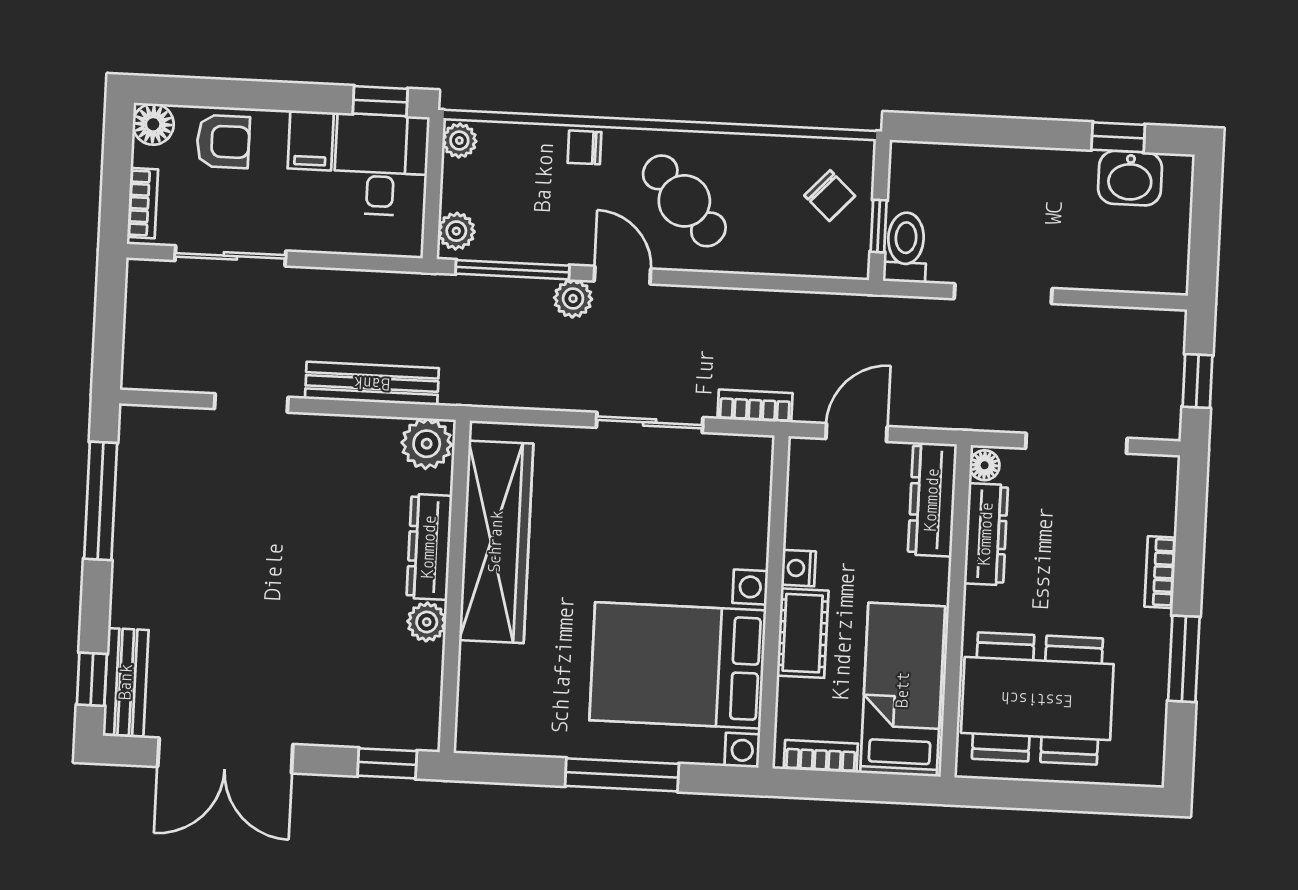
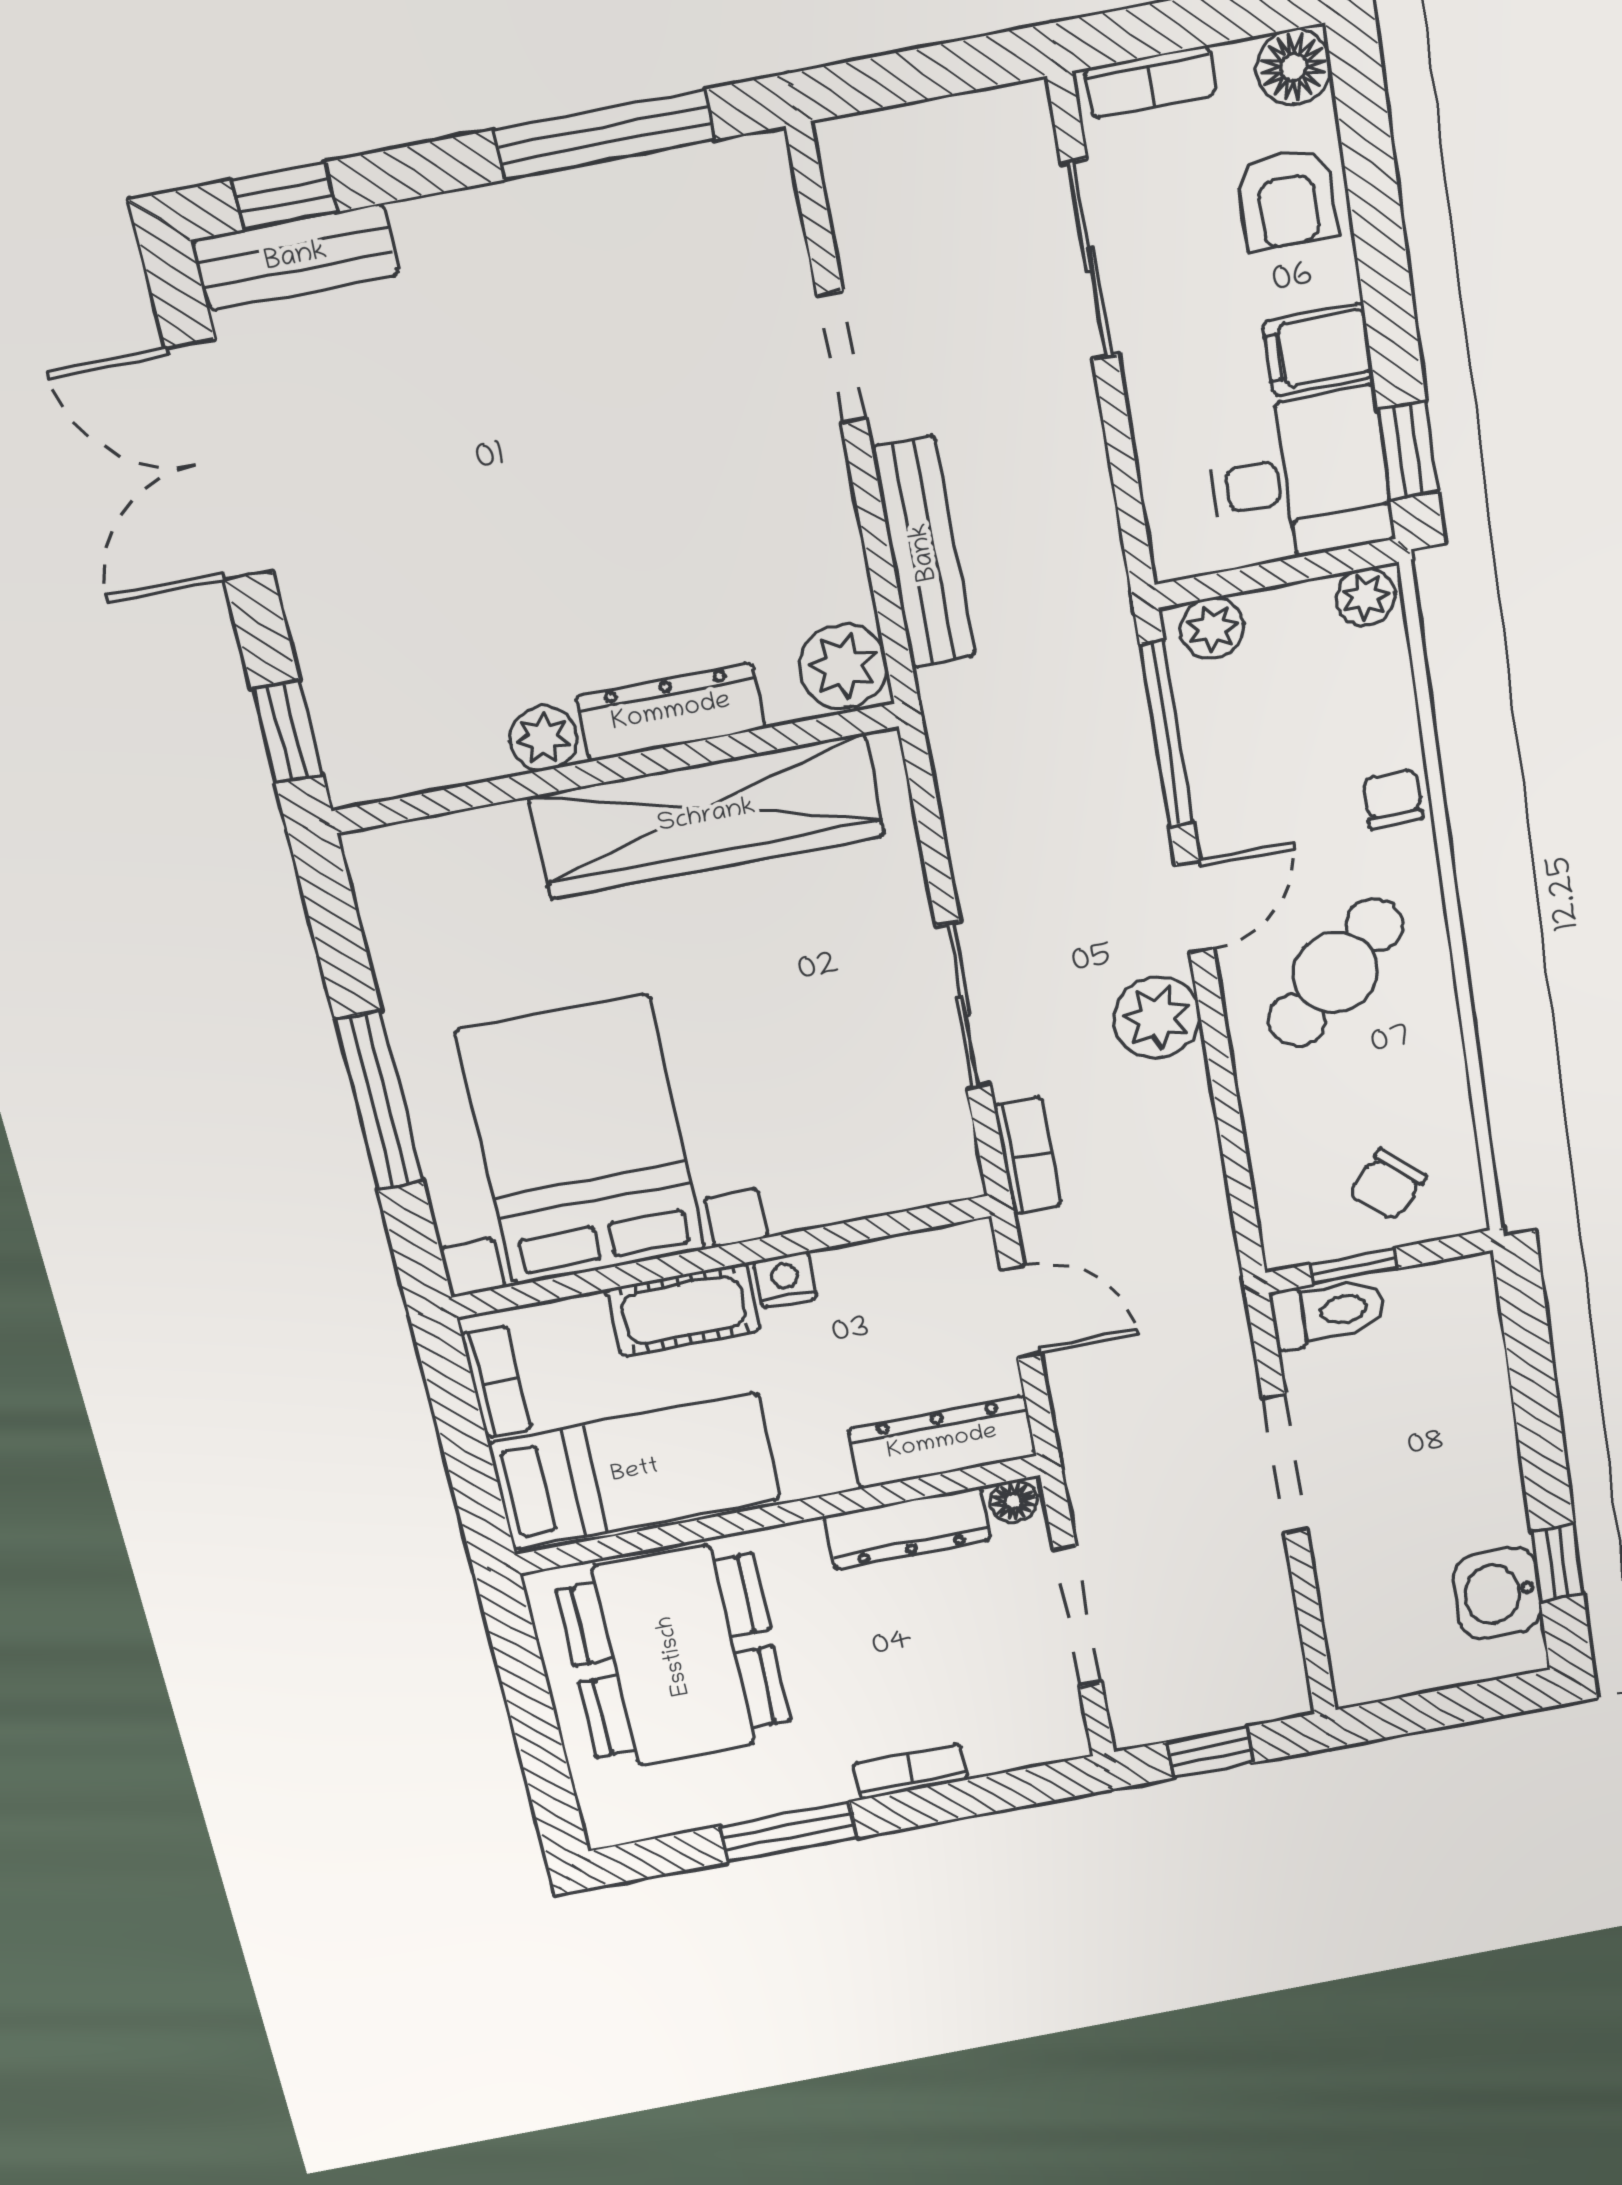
plant: (573, 299) -> (1157, 1018), moved, width x1.38, depth x1.38

